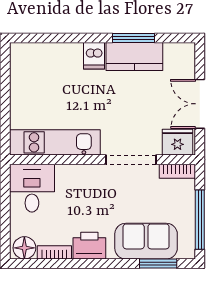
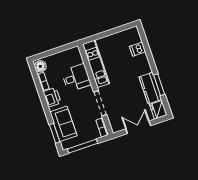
dishwasher: (94, 56) -> (138, 49), moved
fridge: (177, 142) -> (158, 110), moved, turned 180
desk: (32, 188) -> (76, 78), moved

